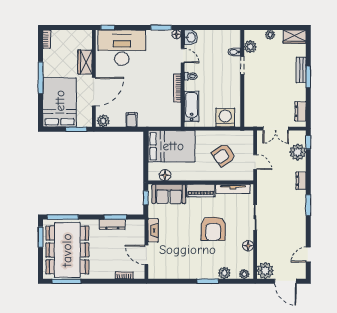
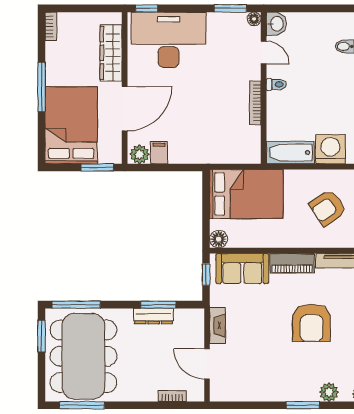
wardrobe: (85, 62) -> (111, 53), width x1.50
bathtub: (192, 106) -> (290, 153), moved, turned -90
filing cabinet: (132, 120) -> (159, 153), moved
floor lamp: (165, 175) -> (219, 239), moved

